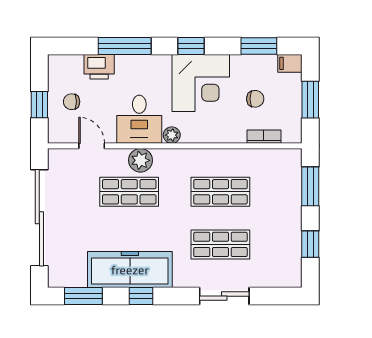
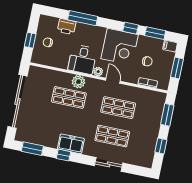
window: (191, 46) -> (131, 28), moved
door: (92, 146) -> (113, 81), moved
freezer: (130, 270) -> (71, 144), width x0.52, depth x0.79

